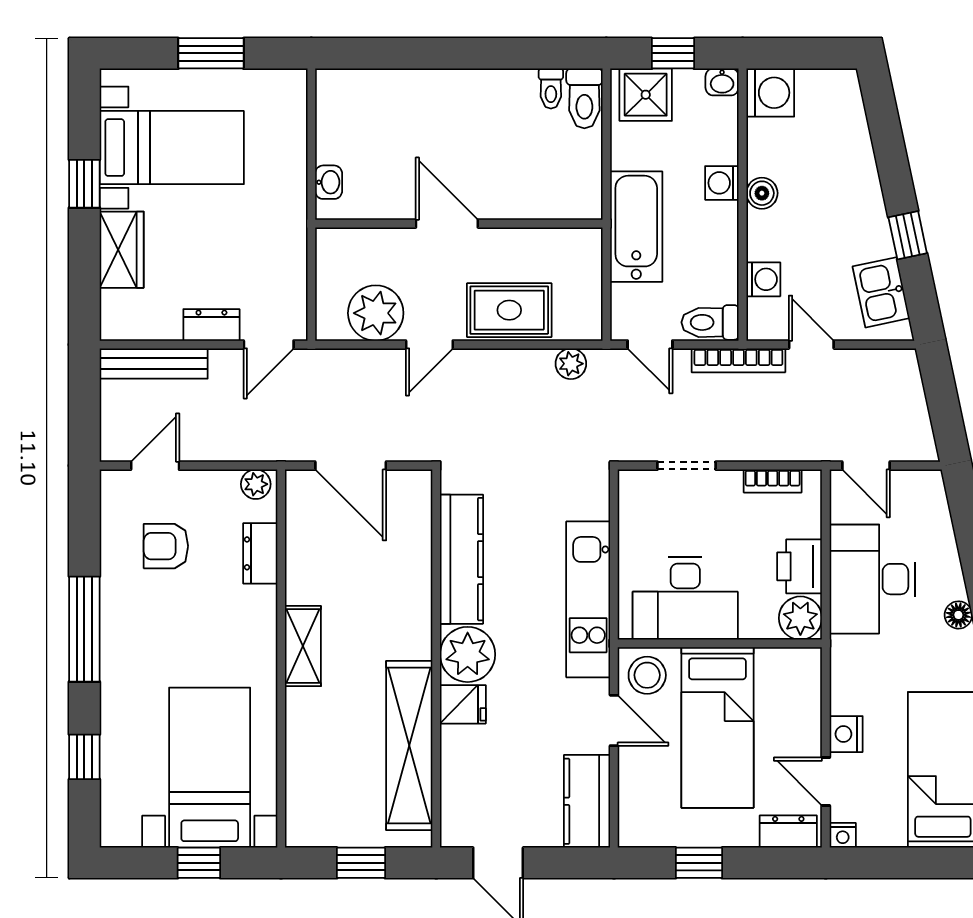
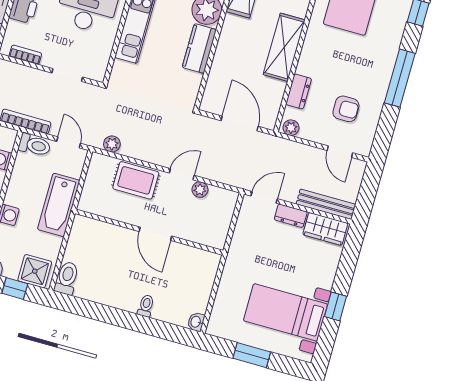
toilet: (551, 89) -> (146, 306), moved
washbasin: (329, 182) -> (196, 322), moved
wardrobe: (122, 250) -> (325, 229), moved, turned -90
plant: (376, 313) -> (200, 190), width x0.53, depth x0.53
door: (155, 466) -> (340, 152), hinge flipped
kitchen counter: (461, 559) -> (199, 48), width x0.67
shelving: (303, 646) -> (284, 47), width x1.50, depth x1.33

